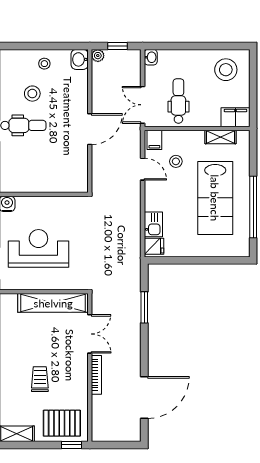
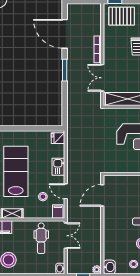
door: (90, 129) -> (102, 195), moved
kitchen sink: (153, 224) -> (58, 167), moved
window: (144, 307) -> (65, 70), moved
door: (144, 397) -> (65, 34), hinge flipped

